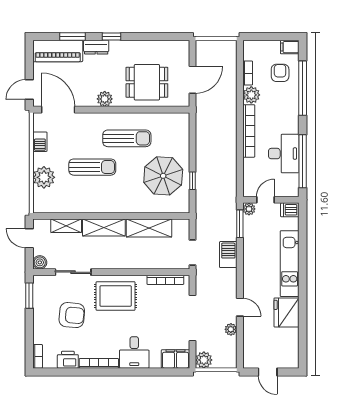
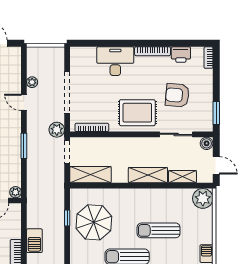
plant: (44, 177) -> (203, 198), moved
window: (240, 224) -> (24, 146), moved
shelving: (149, 228) -> (90, 175), moved
barbecue: (228, 255) -> (34, 241), moved
desk: (134, 352) -> (115, 61), width x1.37
filing cabinet: (176, 359) -> (83, 55), removed
plant: (204, 360) -> (57, 130), moved

